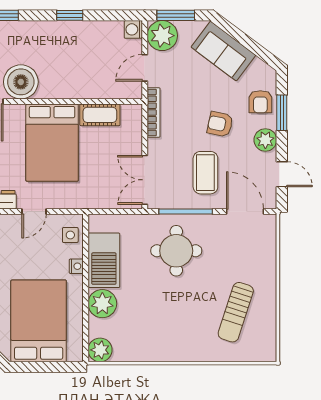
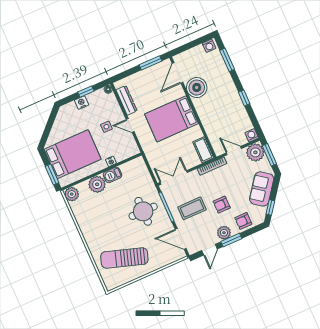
window: (258, 50) -> (270, 207), added
window: (282, 113) -> (231, 240), moved
cot: (100, 115) -> (203, 150), moved
armchair: (220, 124) -> (222, 205), turned -102
door: (245, 212) -> (181, 239), swing flipped
side table: (70, 235) -> (106, 127), moved
barbecue: (104, 260) -> (112, 175), width x0.53, depth x0.65
sun lounger: (236, 312) -> (124, 258), width x1.36, depth x1.34
window: (56, 367) -> (52, 174), added

